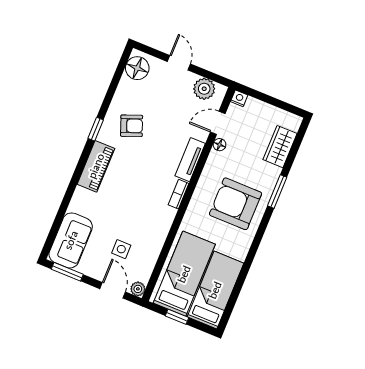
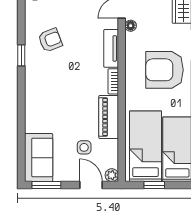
piano: (96, 166) -> (109, 117), moved, turned 180

